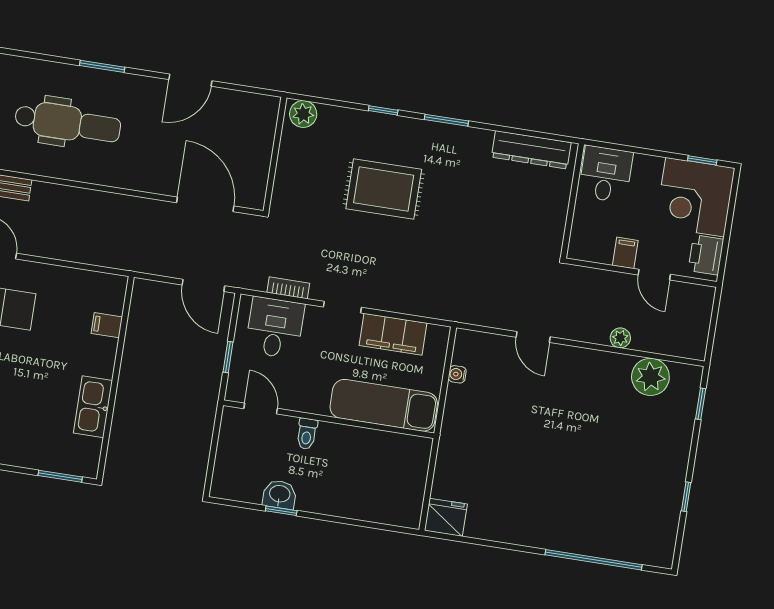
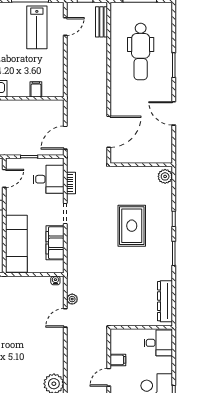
plant: (620, 338) -> (72, 299), moved
water cooler: (457, 374) -> (55, 280), moved

